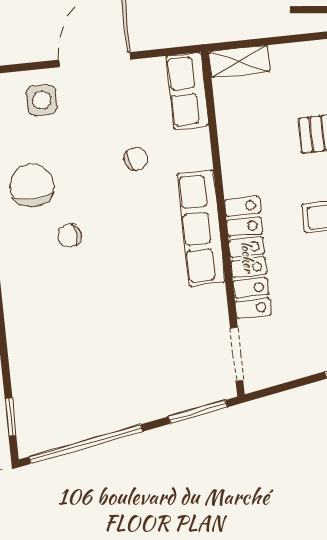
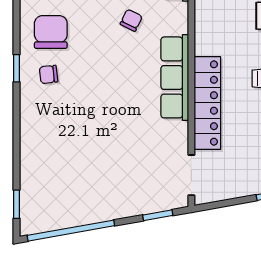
chair: (136, 159) -> (131, 20), turned -48
chair: (69, 236) -> (49, 74), moved
window: (198, 412) -> (158, 215), width x0.67

